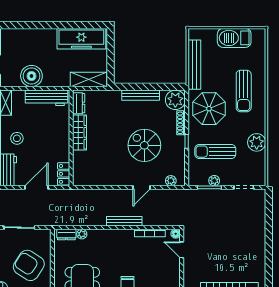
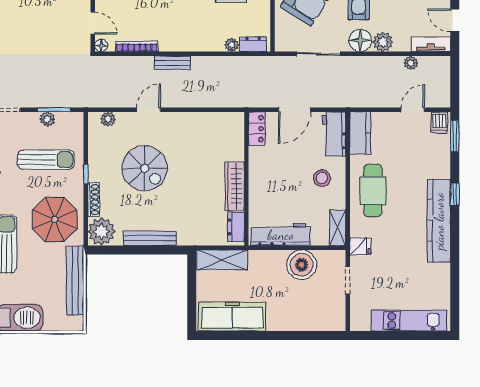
bench: (124, 221) -> (173, 63), width x0.73

